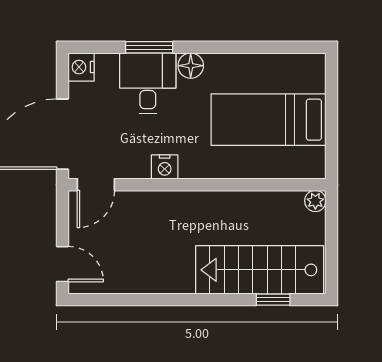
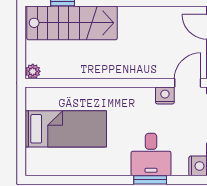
floor lamp: (191, 66) -> (121, 167), removed
nightstand: (165, 167) -> (165, 95), moved

